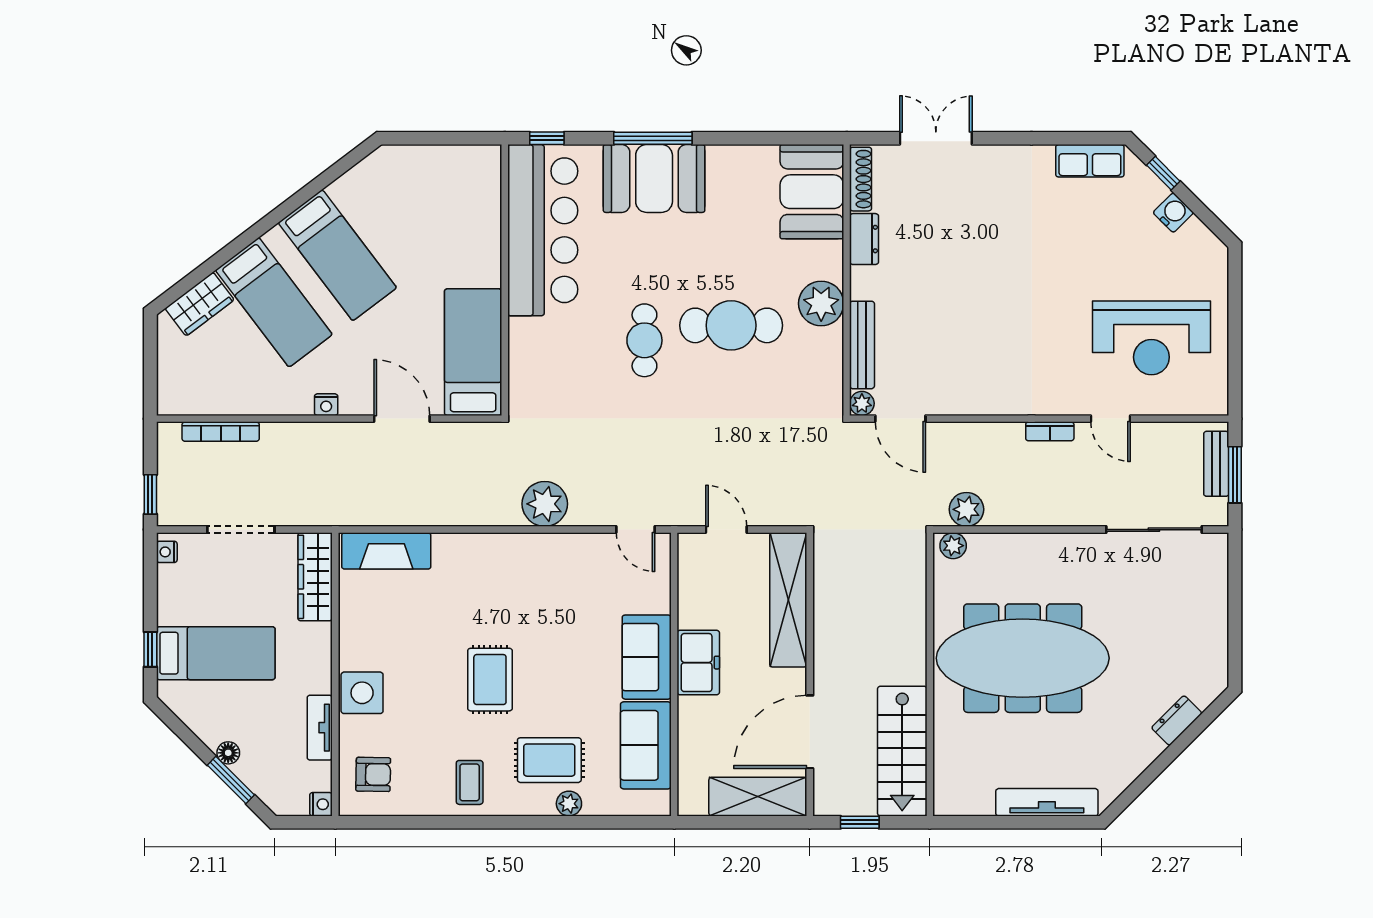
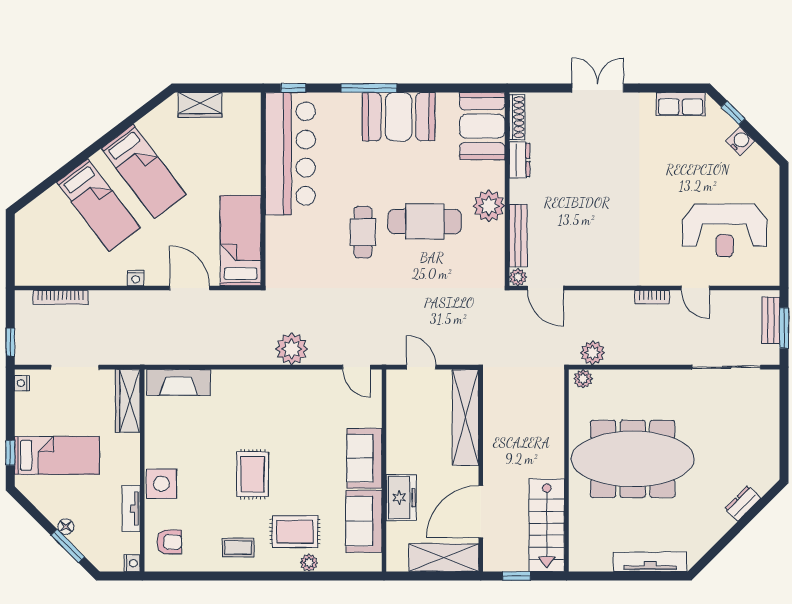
double door: (936, 138) -> (598, 88), moved
booth: (654, 178) -> (399, 117), moved
wardrobe: (200, 304) -> (200, 105), moved, turned 37
freezer: (698, 663) -> (401, 498), moved
coffee table: (470, 782) -> (238, 548), turned 90

